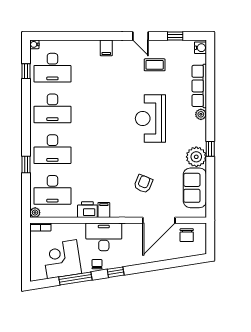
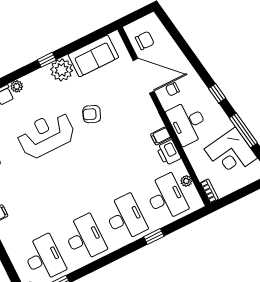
reception desk: (150, 119) -> (46, 135), turned 180
armchair: (143, 184) -> (92, 114), moved
plant: (35, 213) -> (186, 181), moved
chair: (97, 264) -> (172, 89), moved

